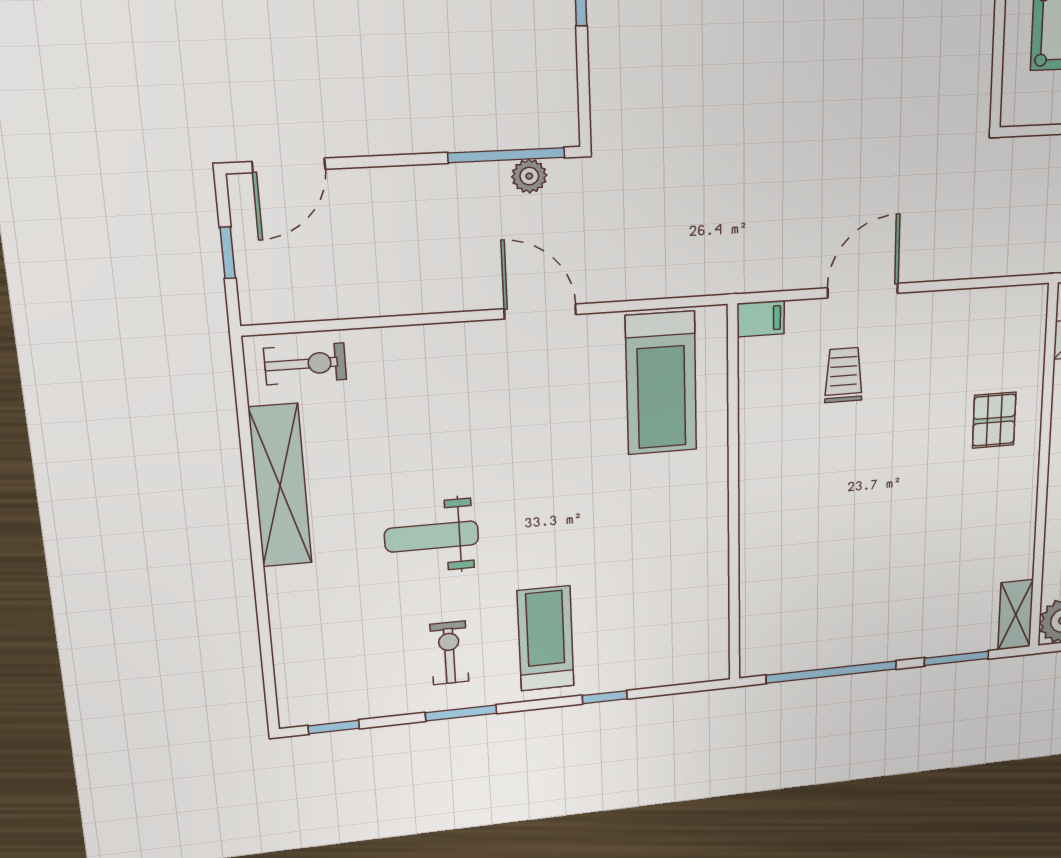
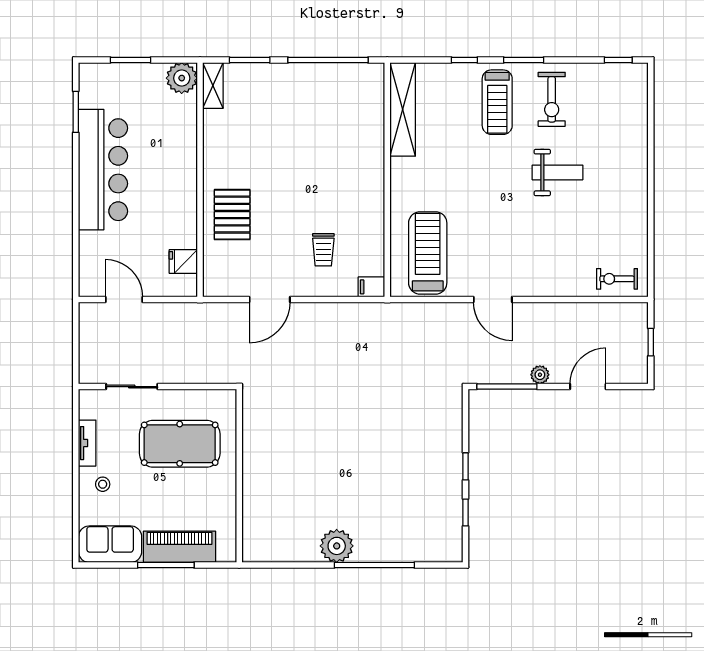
door: (289, 165) -> (588, 387), moved
plant: (529, 176) -> (540, 375), moved
door: (863, 291) -> (270, 299), moved
pallet: (994, 420) -> (232, 215), width x1.50, depth x1.42
shelving: (280, 486) -> (403, 109), moved
exercise bike: (449, 653) -> (552, 99), width x1.38, depth x1.39
window: (461, 713) -> (524, 60), moved

